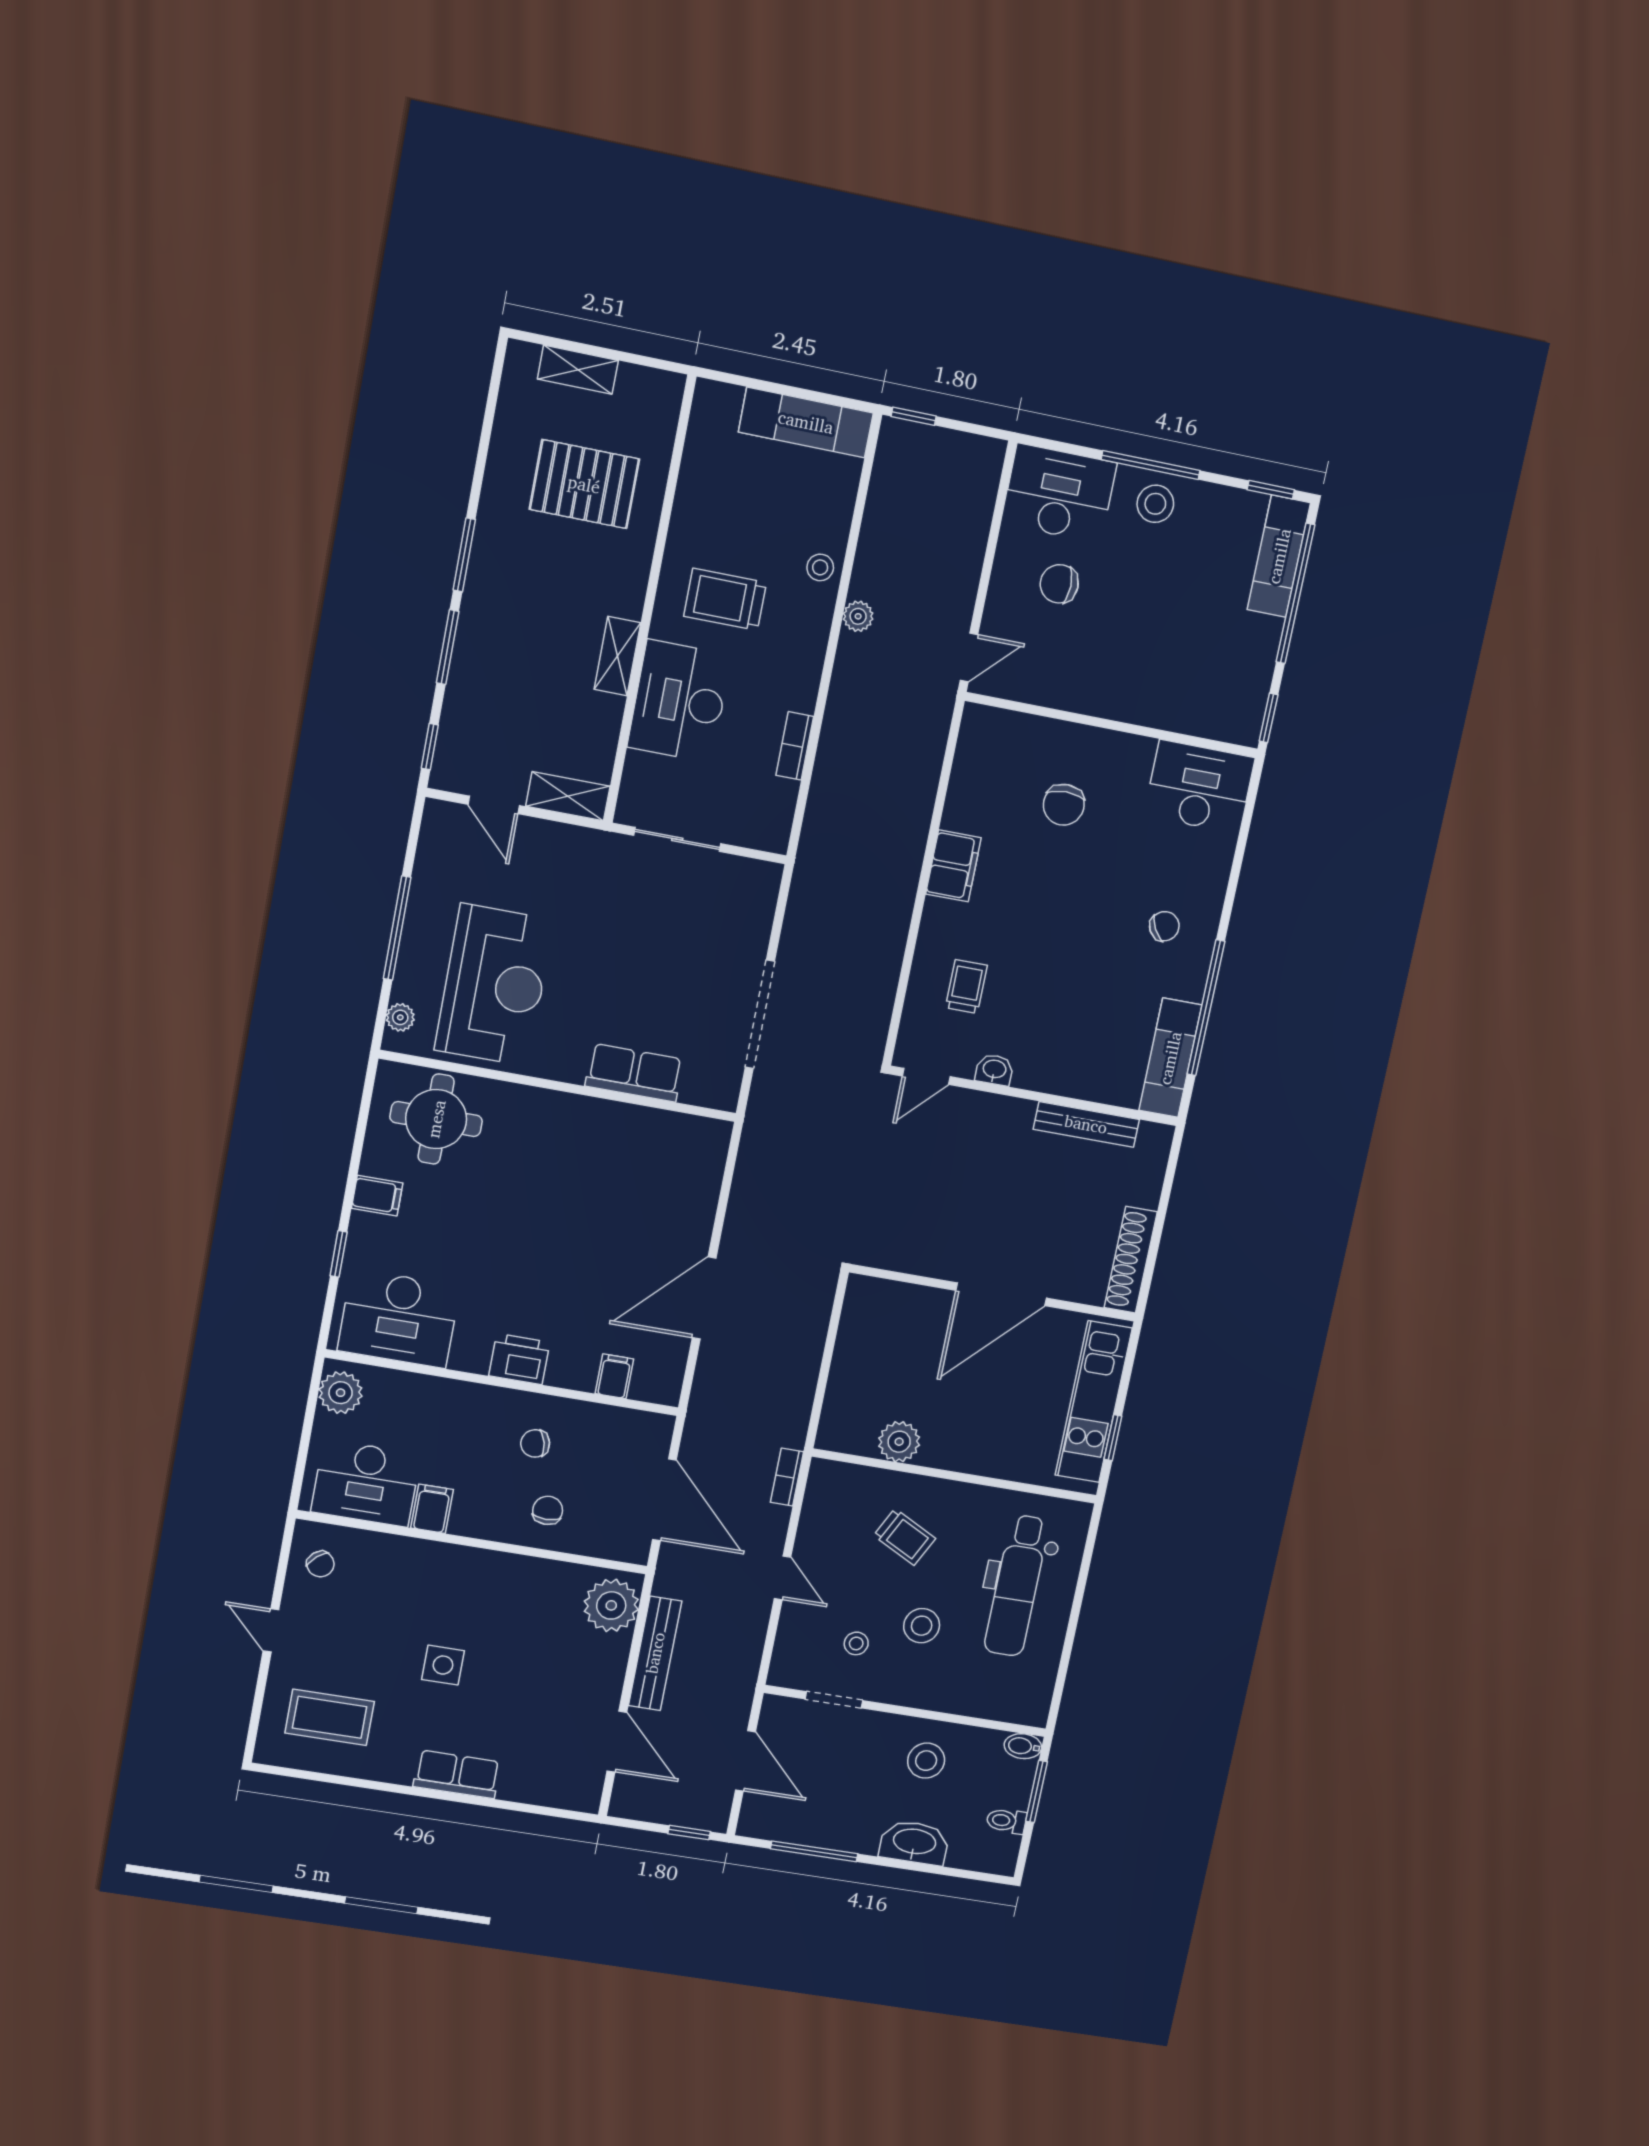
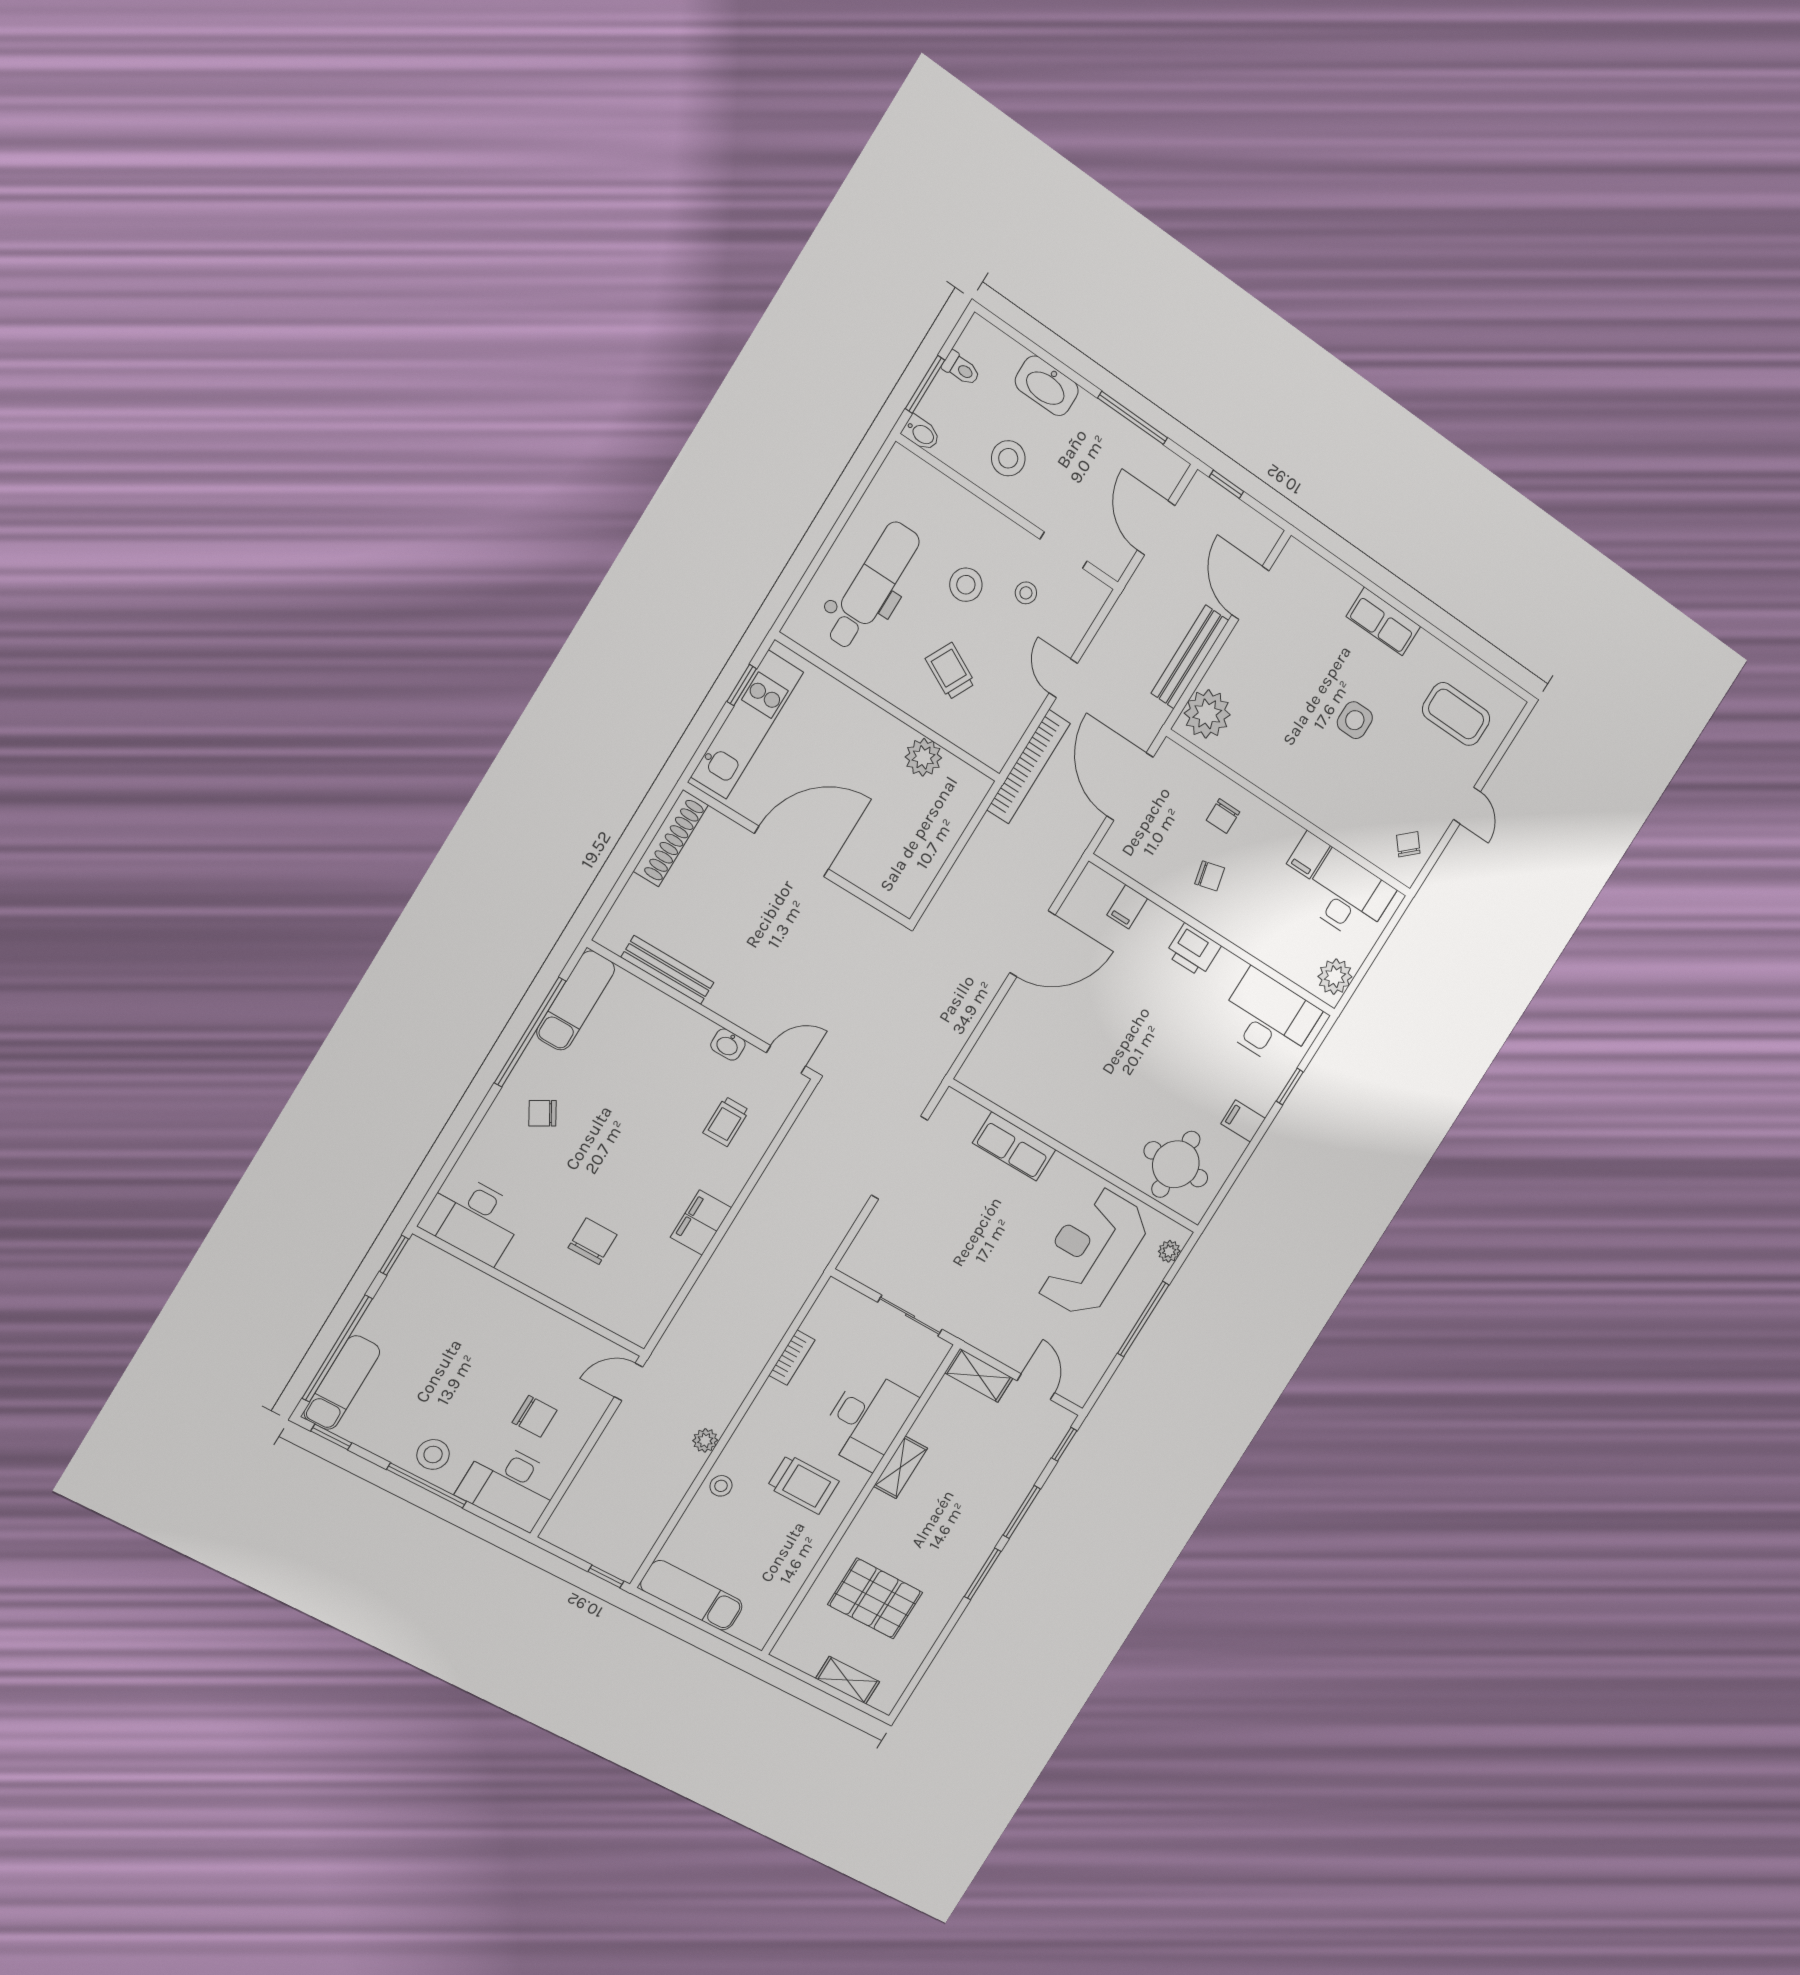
bookcase: (787, 1477) -> (1028, 767), width x2.31, depth x1.31

